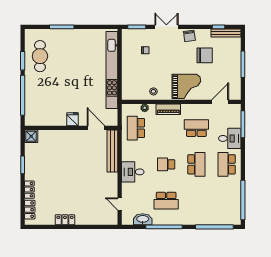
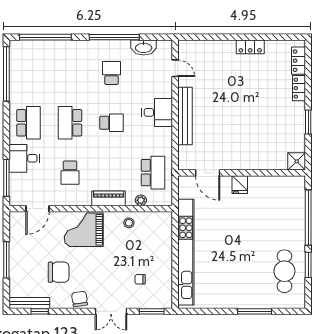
chair: (205, 55) -> (59, 272), turned 180
school desk: (196, 128) -> (70, 173), width x0.54
bench: (112, 151) -> (185, 116), moved
school desk: (166, 201) -> (111, 73), width x0.54

